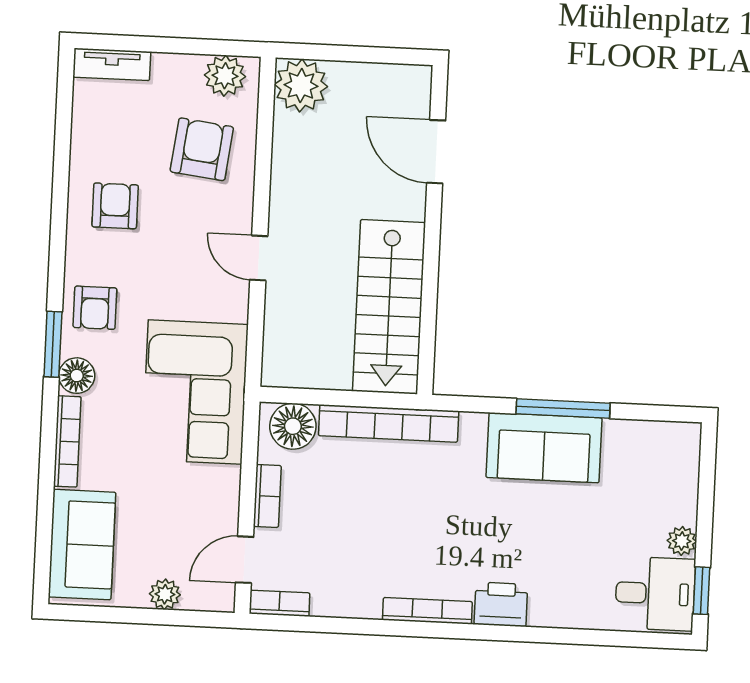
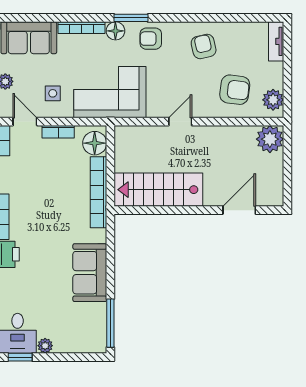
armchair: (115, 206) -> (204, 46), turned -103
window: (563, 409) -> (110, 323), moved
side table: (192, 503) -> (53, 93), added

